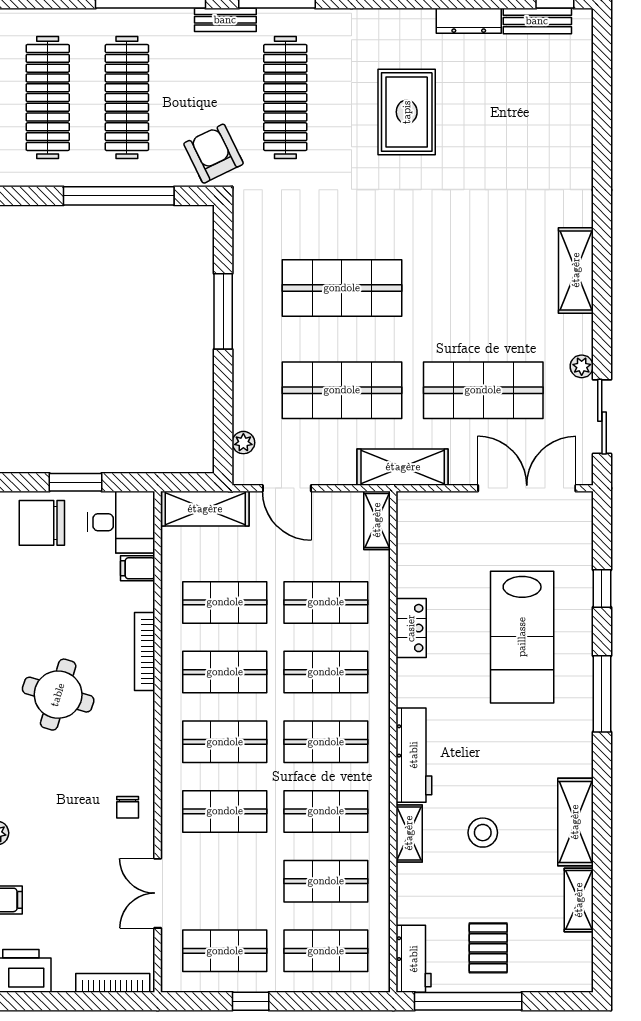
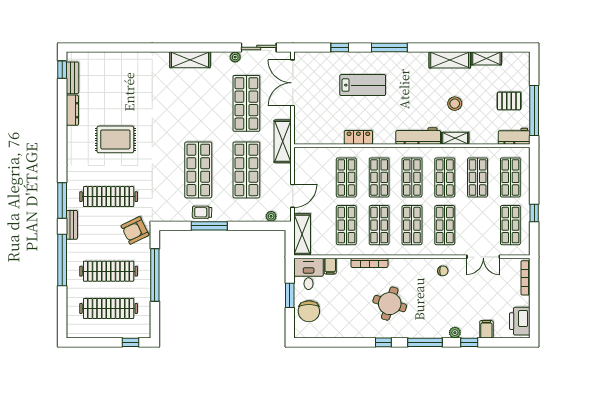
trolley: (252, 296) -> (202, 212), added
shelving: (377, 520) -> (308, 153), removed
lab bench: (522, 637) -> (363, 85), width x0.73, depth x0.72

